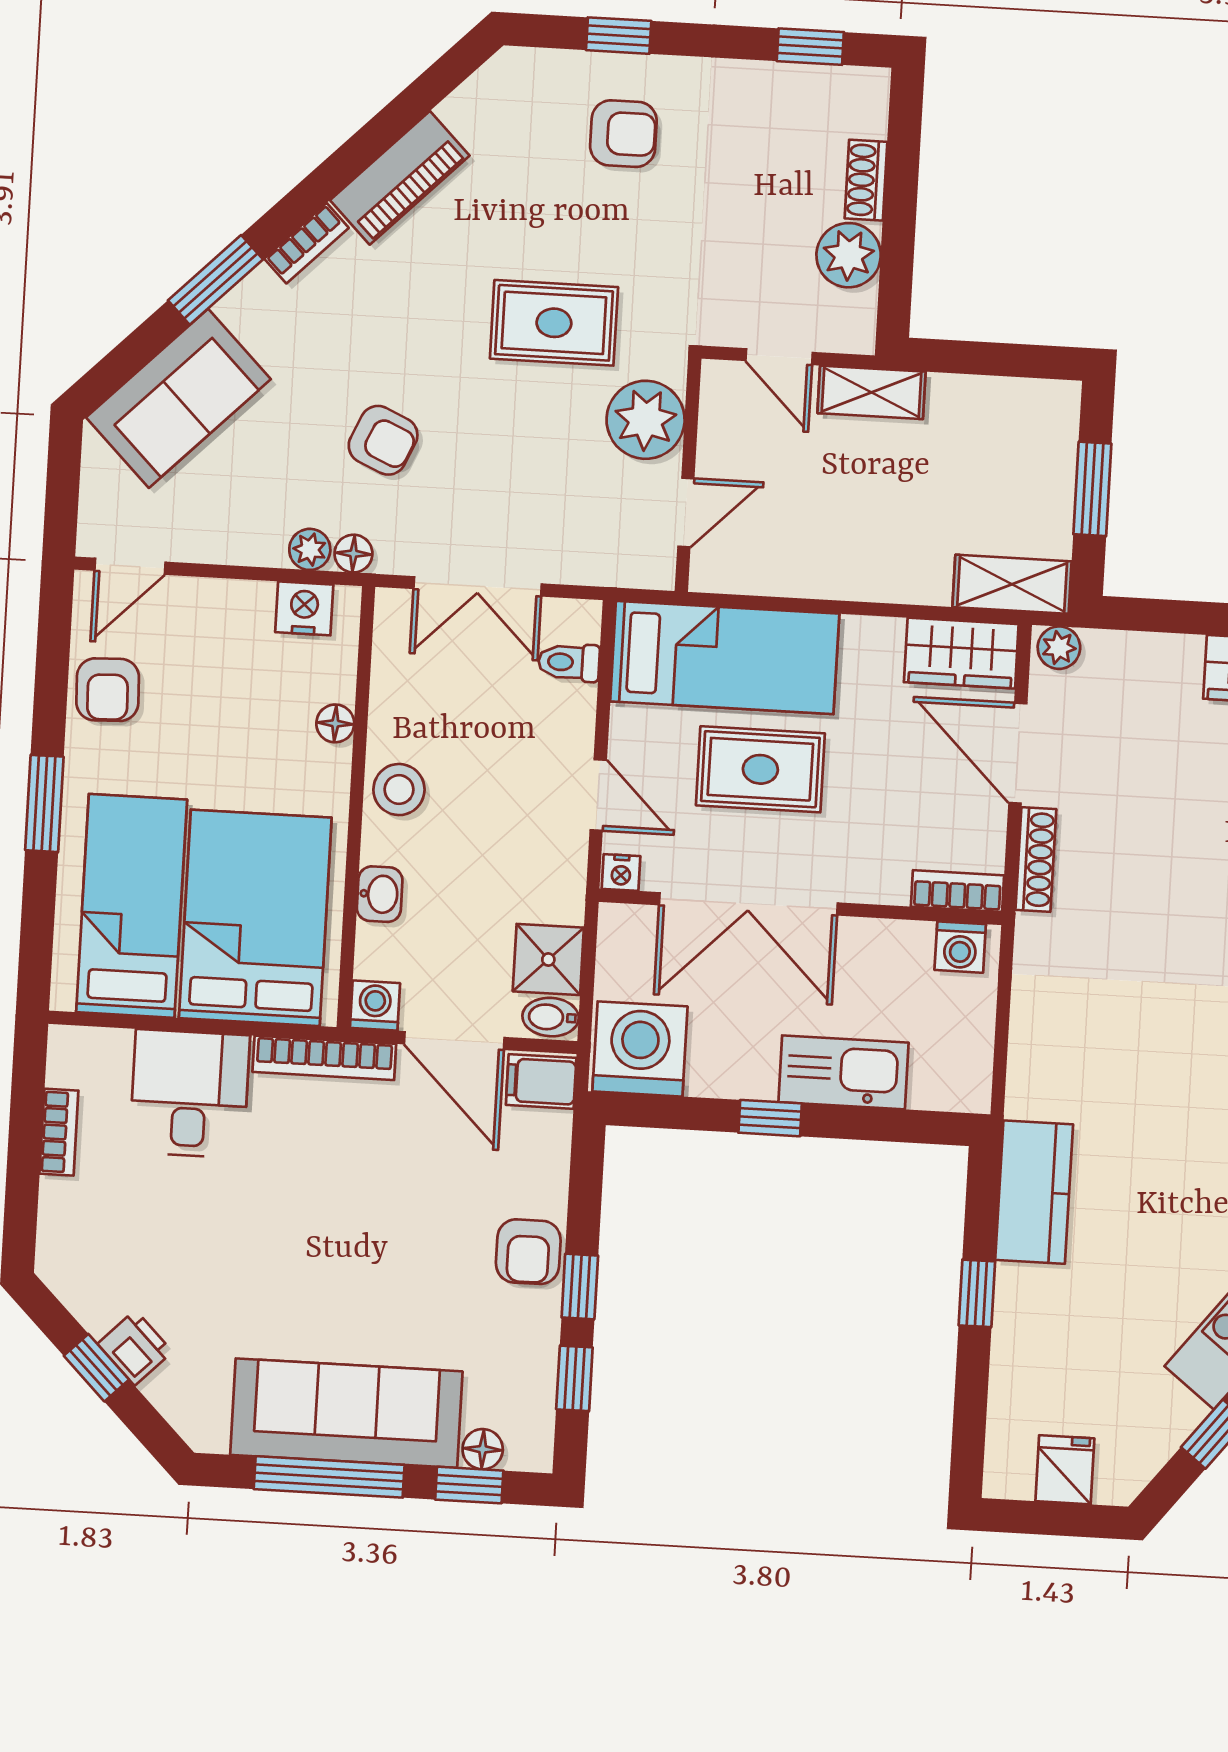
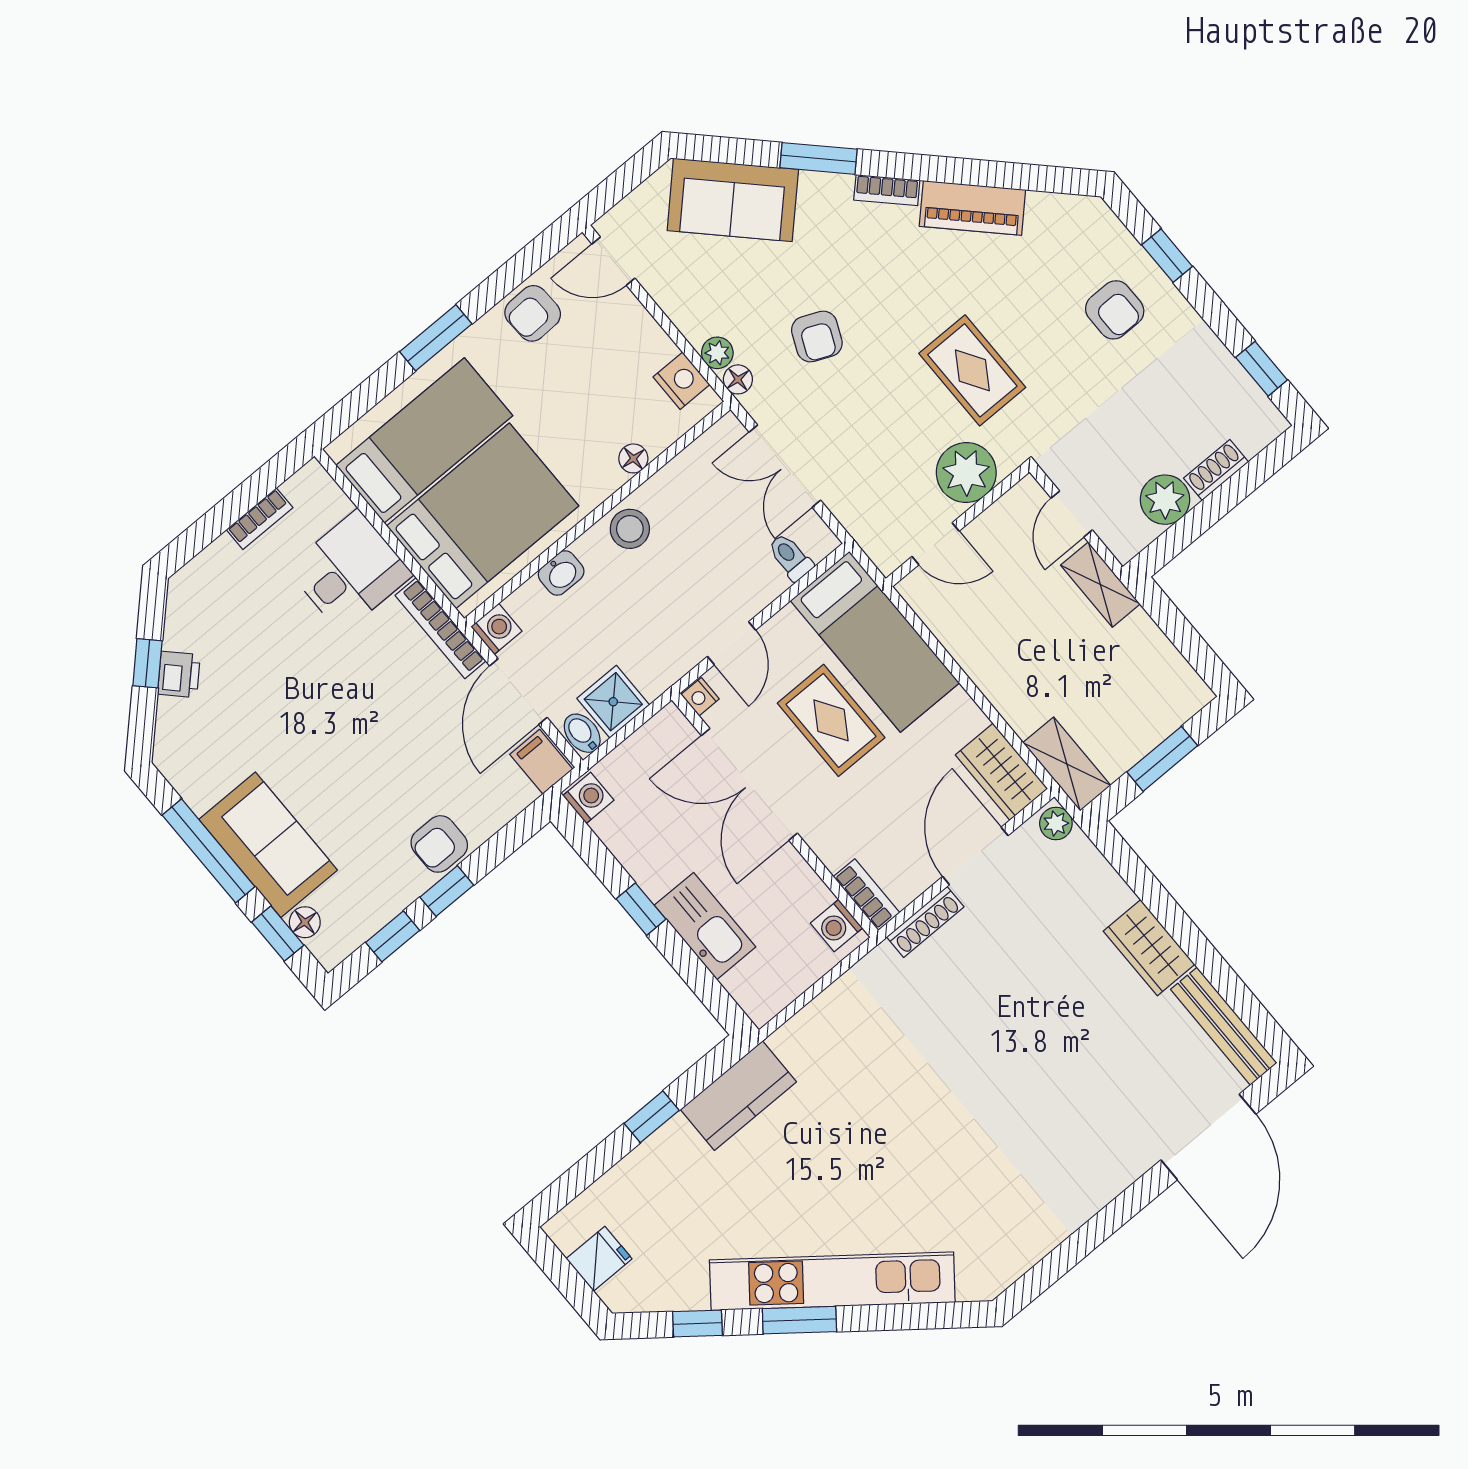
washing machine: (640, 1049) -> (588, 798), width x0.53, depth x0.53
sofa: (346, 1413) -> (268, 845), width x0.73

